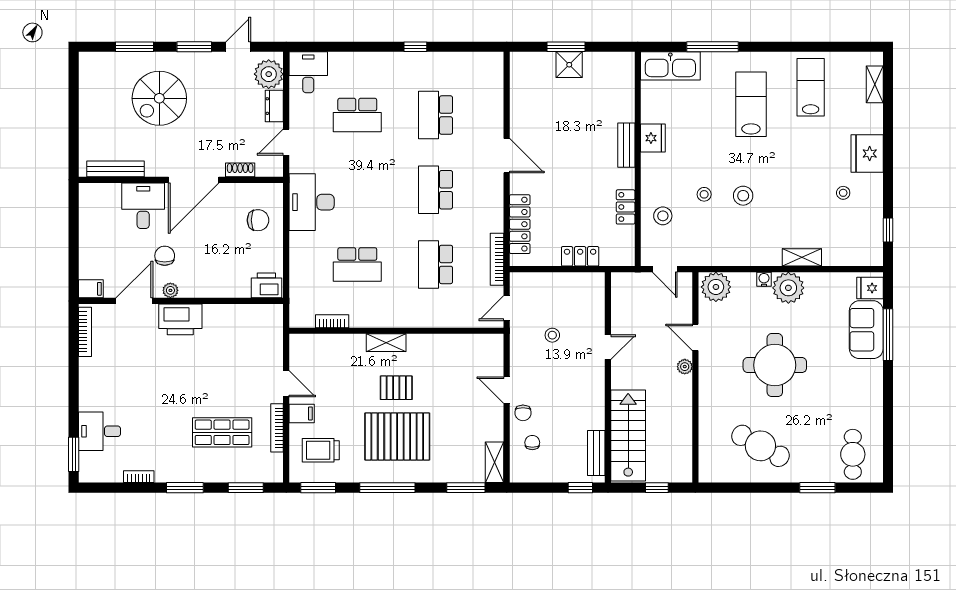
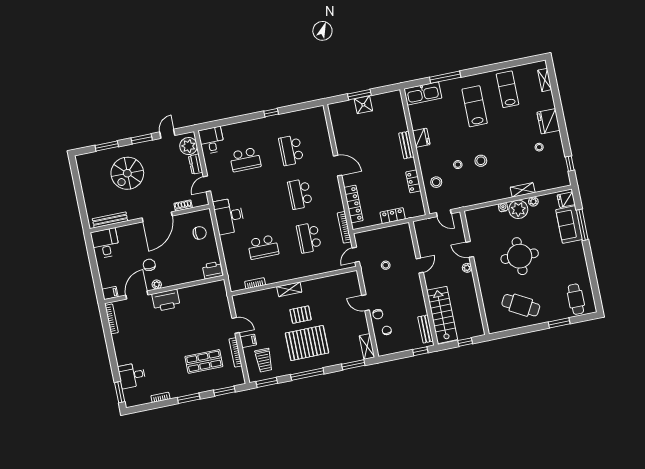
desk: (143, 206) -> (105, 243), moved
plant: (716, 287) -> (533, 202), moved, width x0.53, depth x0.53
trolley: (321, 450) -> (264, 360), turned -90

